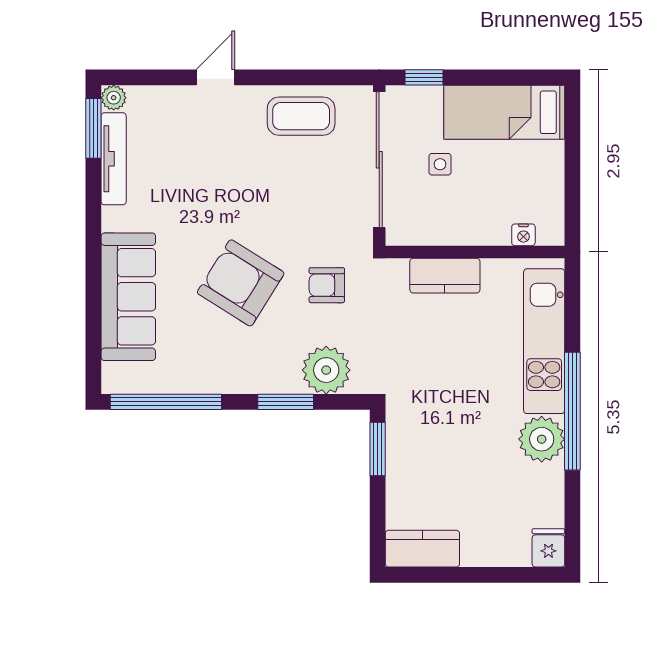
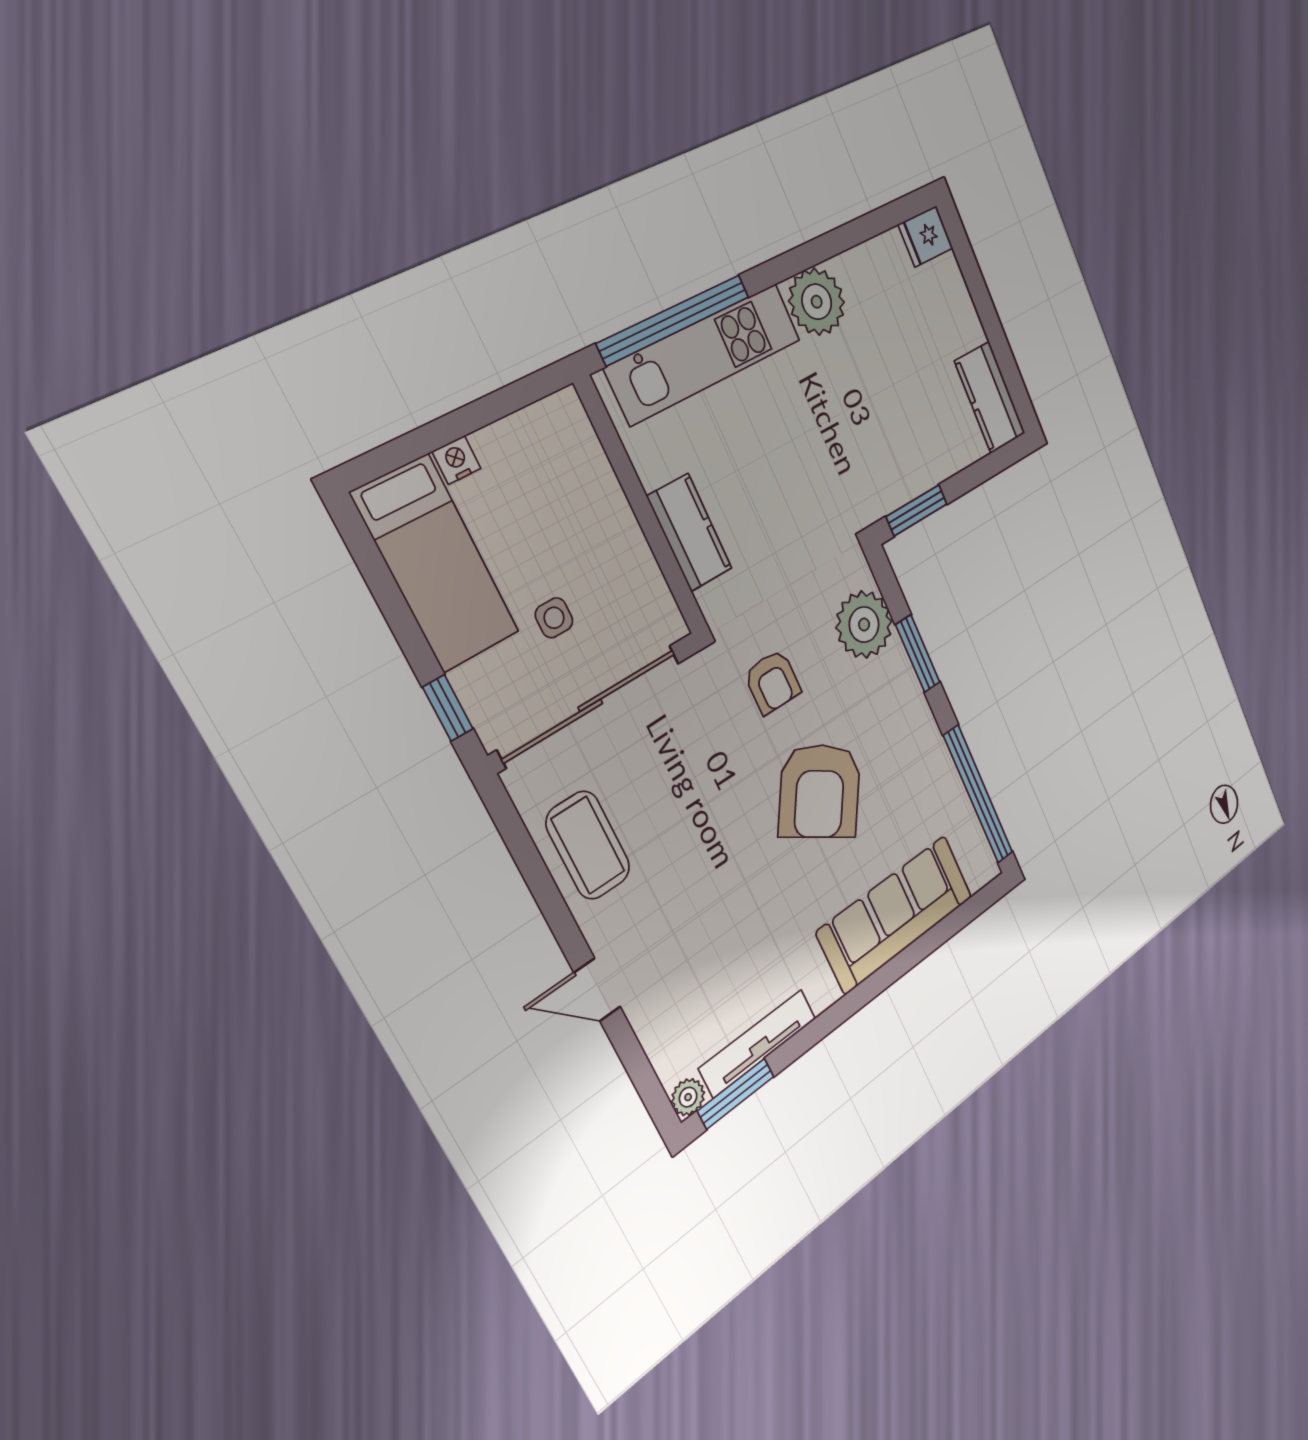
nightstand: (523, 235) -> (456, 460), moved, turned -90
window: (572, 411) -> (674, 320), moved

